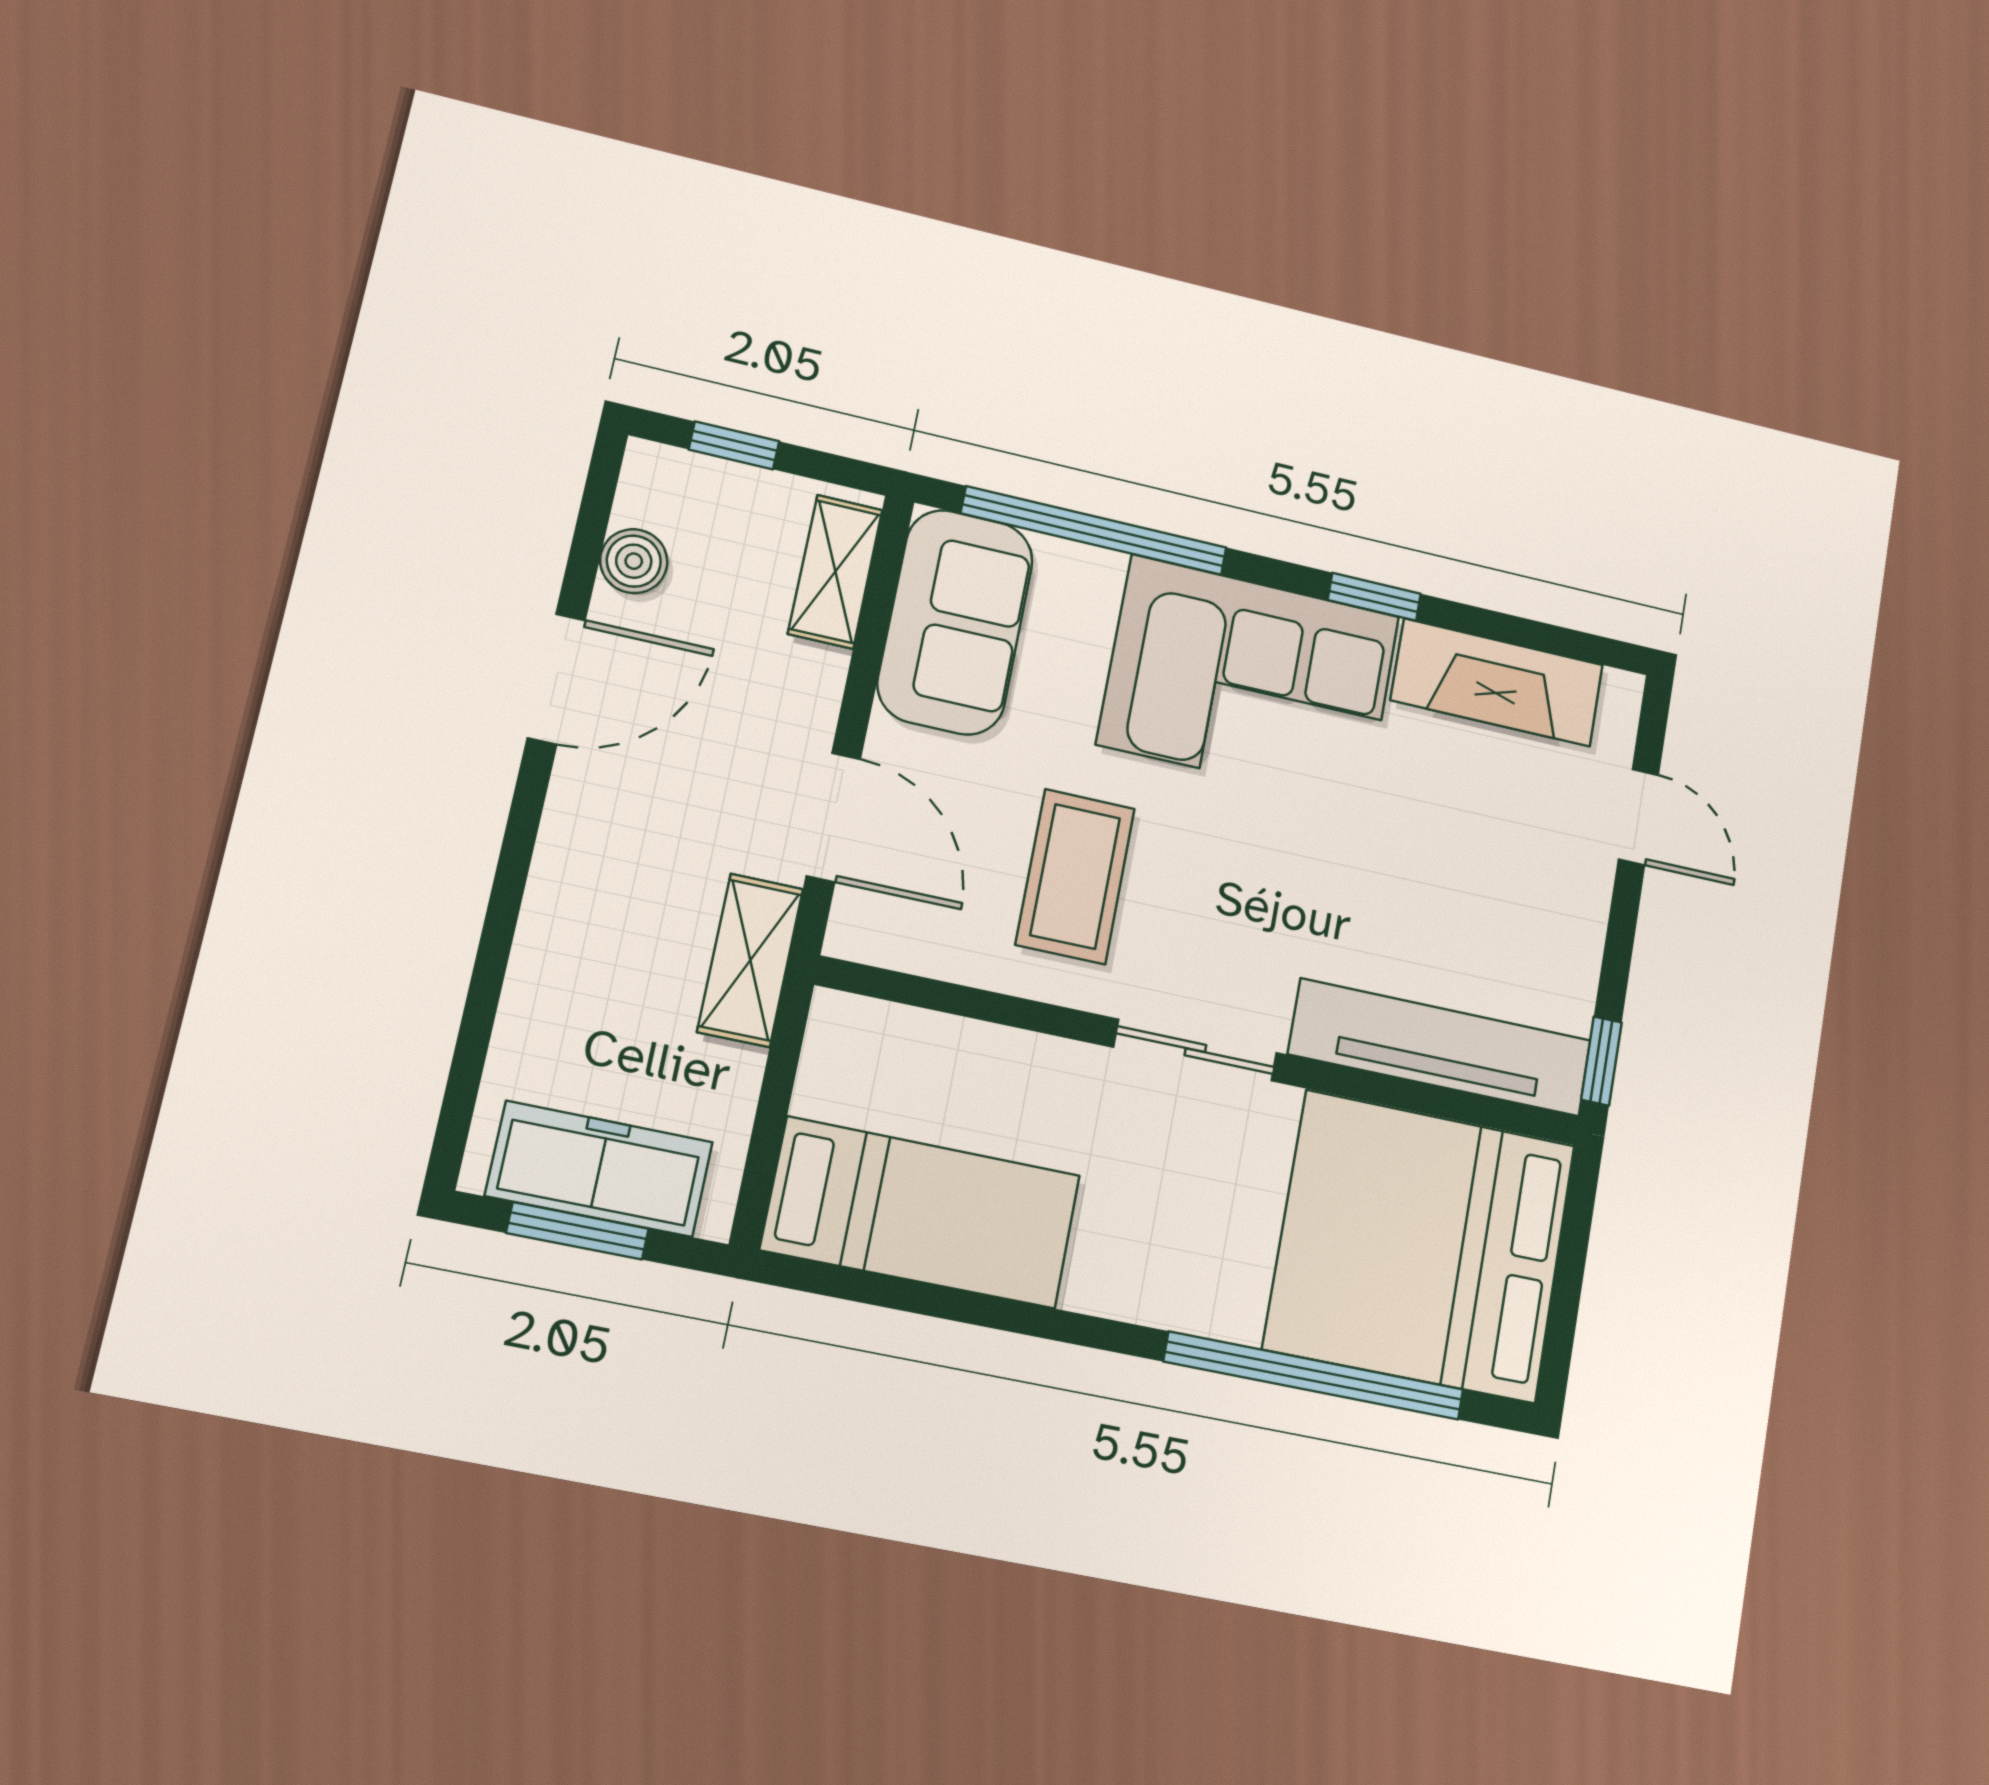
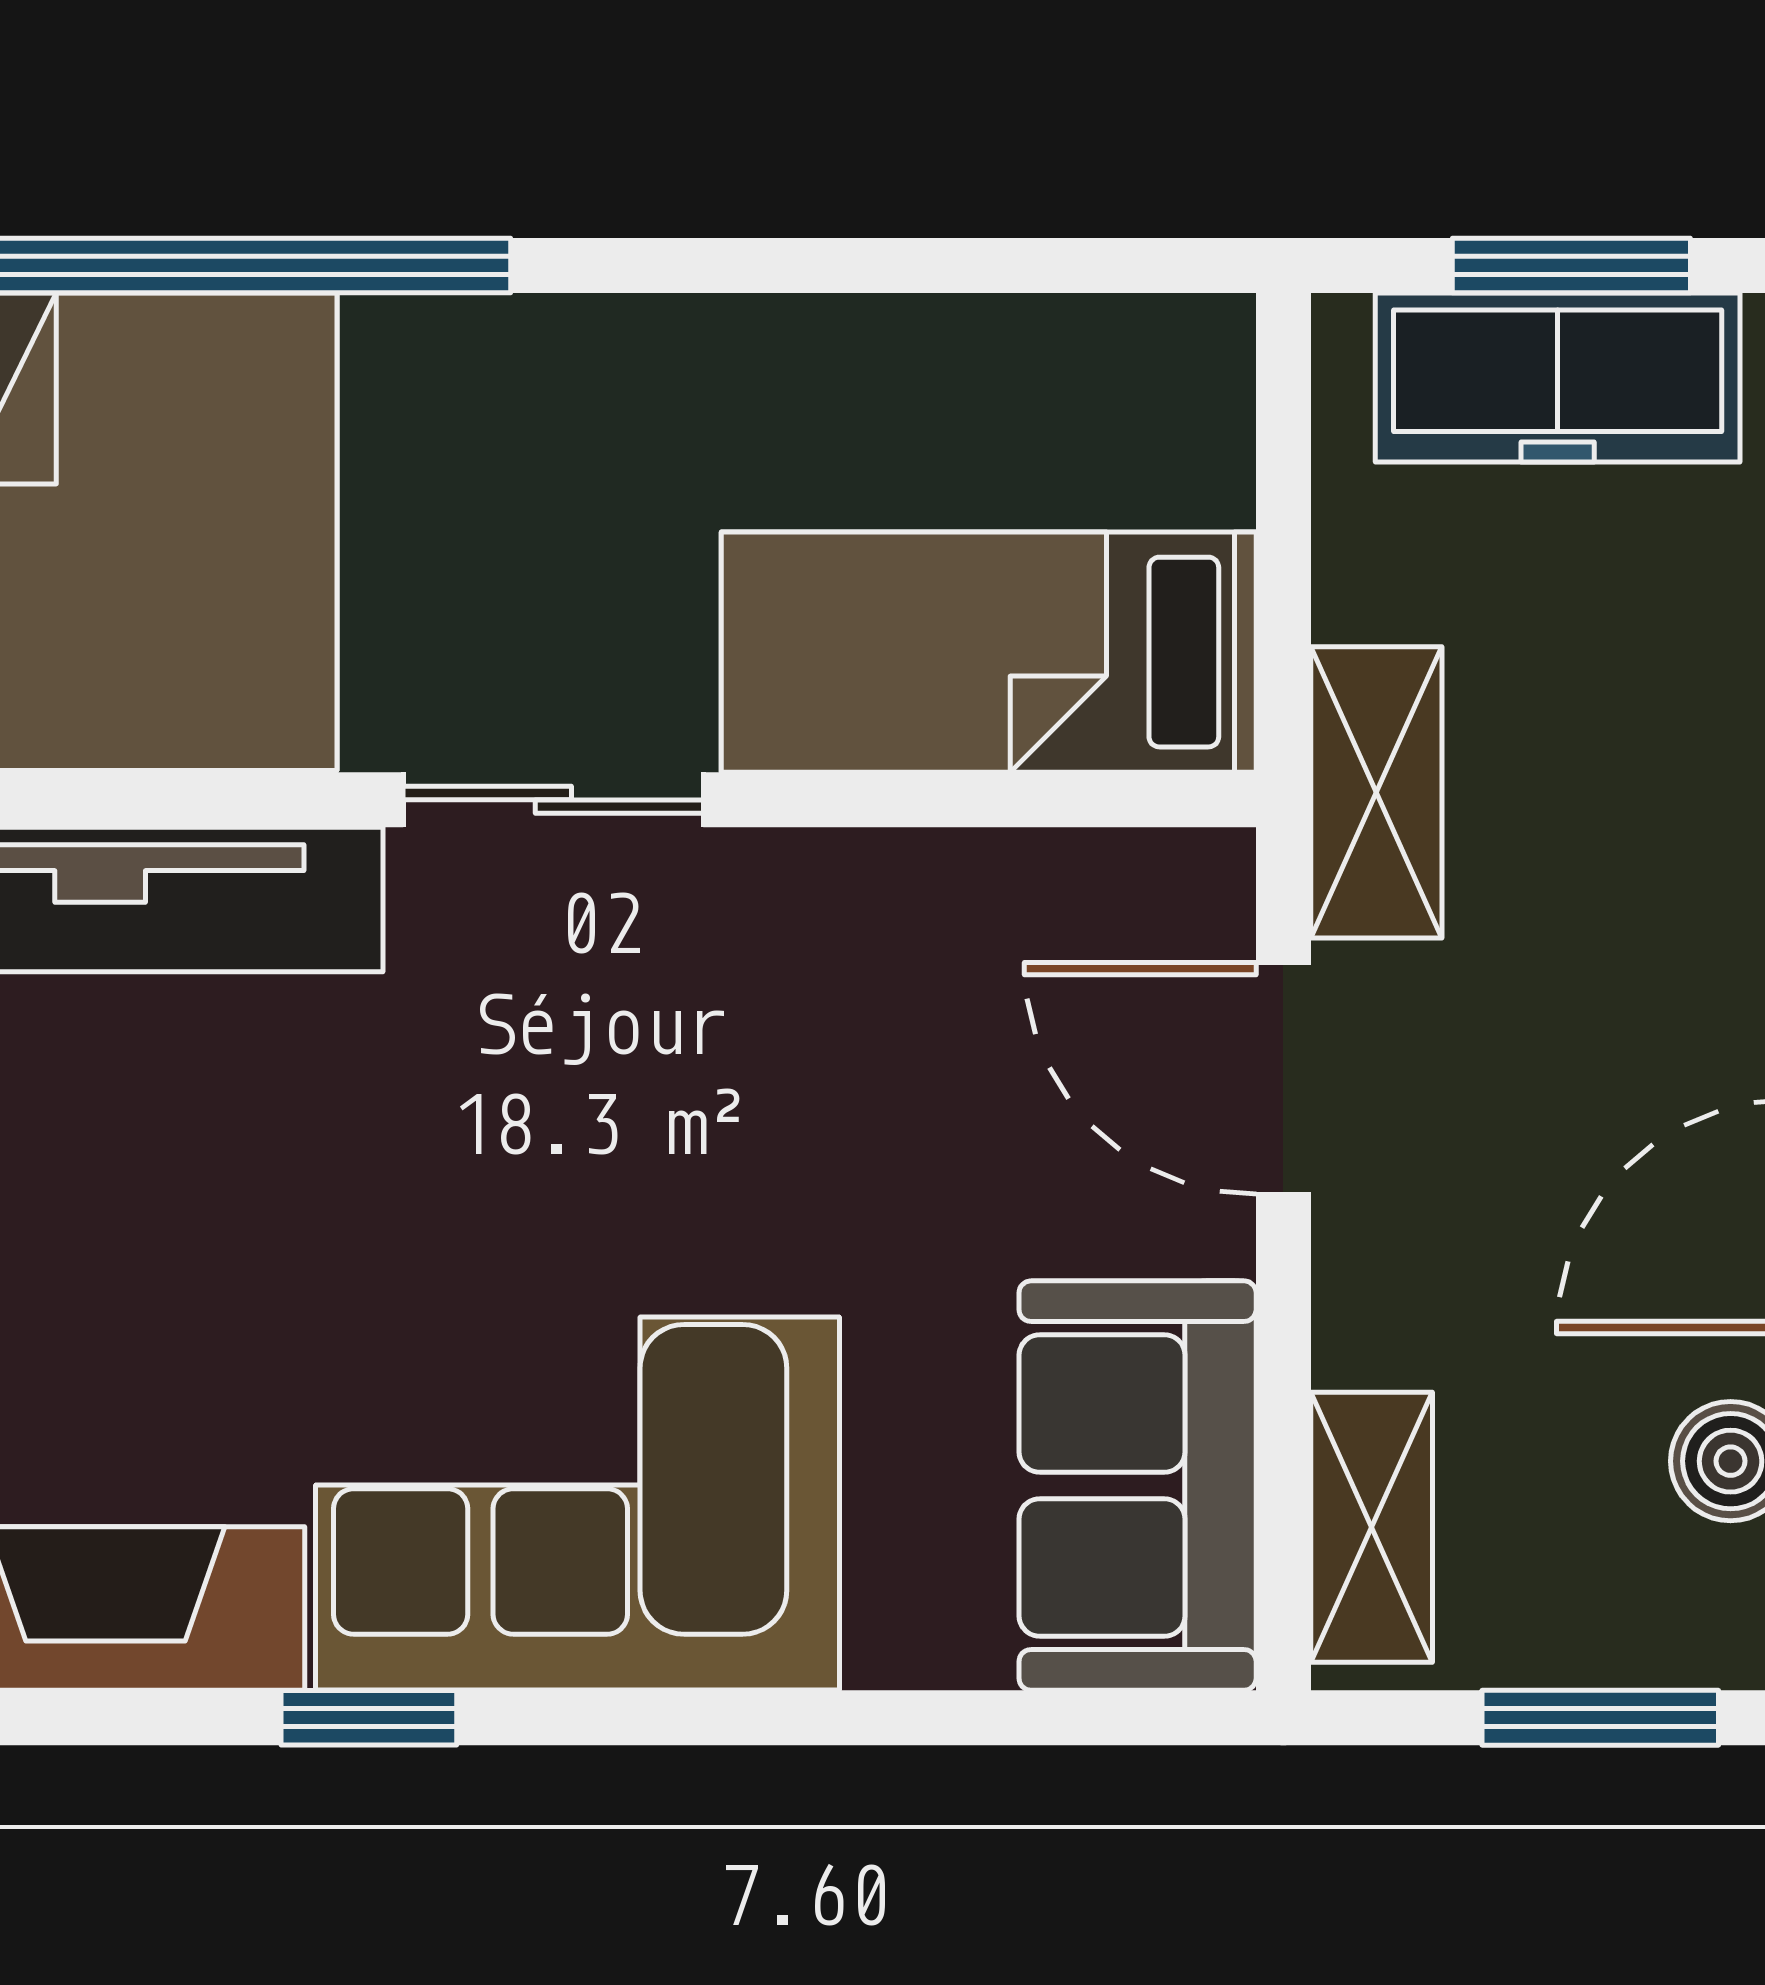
window: (734, 445) -> (1600, 1718), width x1.50
window: (1094, 531) -> (917, 1718), removed
coffee table: (1075, 876) -> (830, 1067), removed
bed: (921, 1213) -> (989, 652), moved

